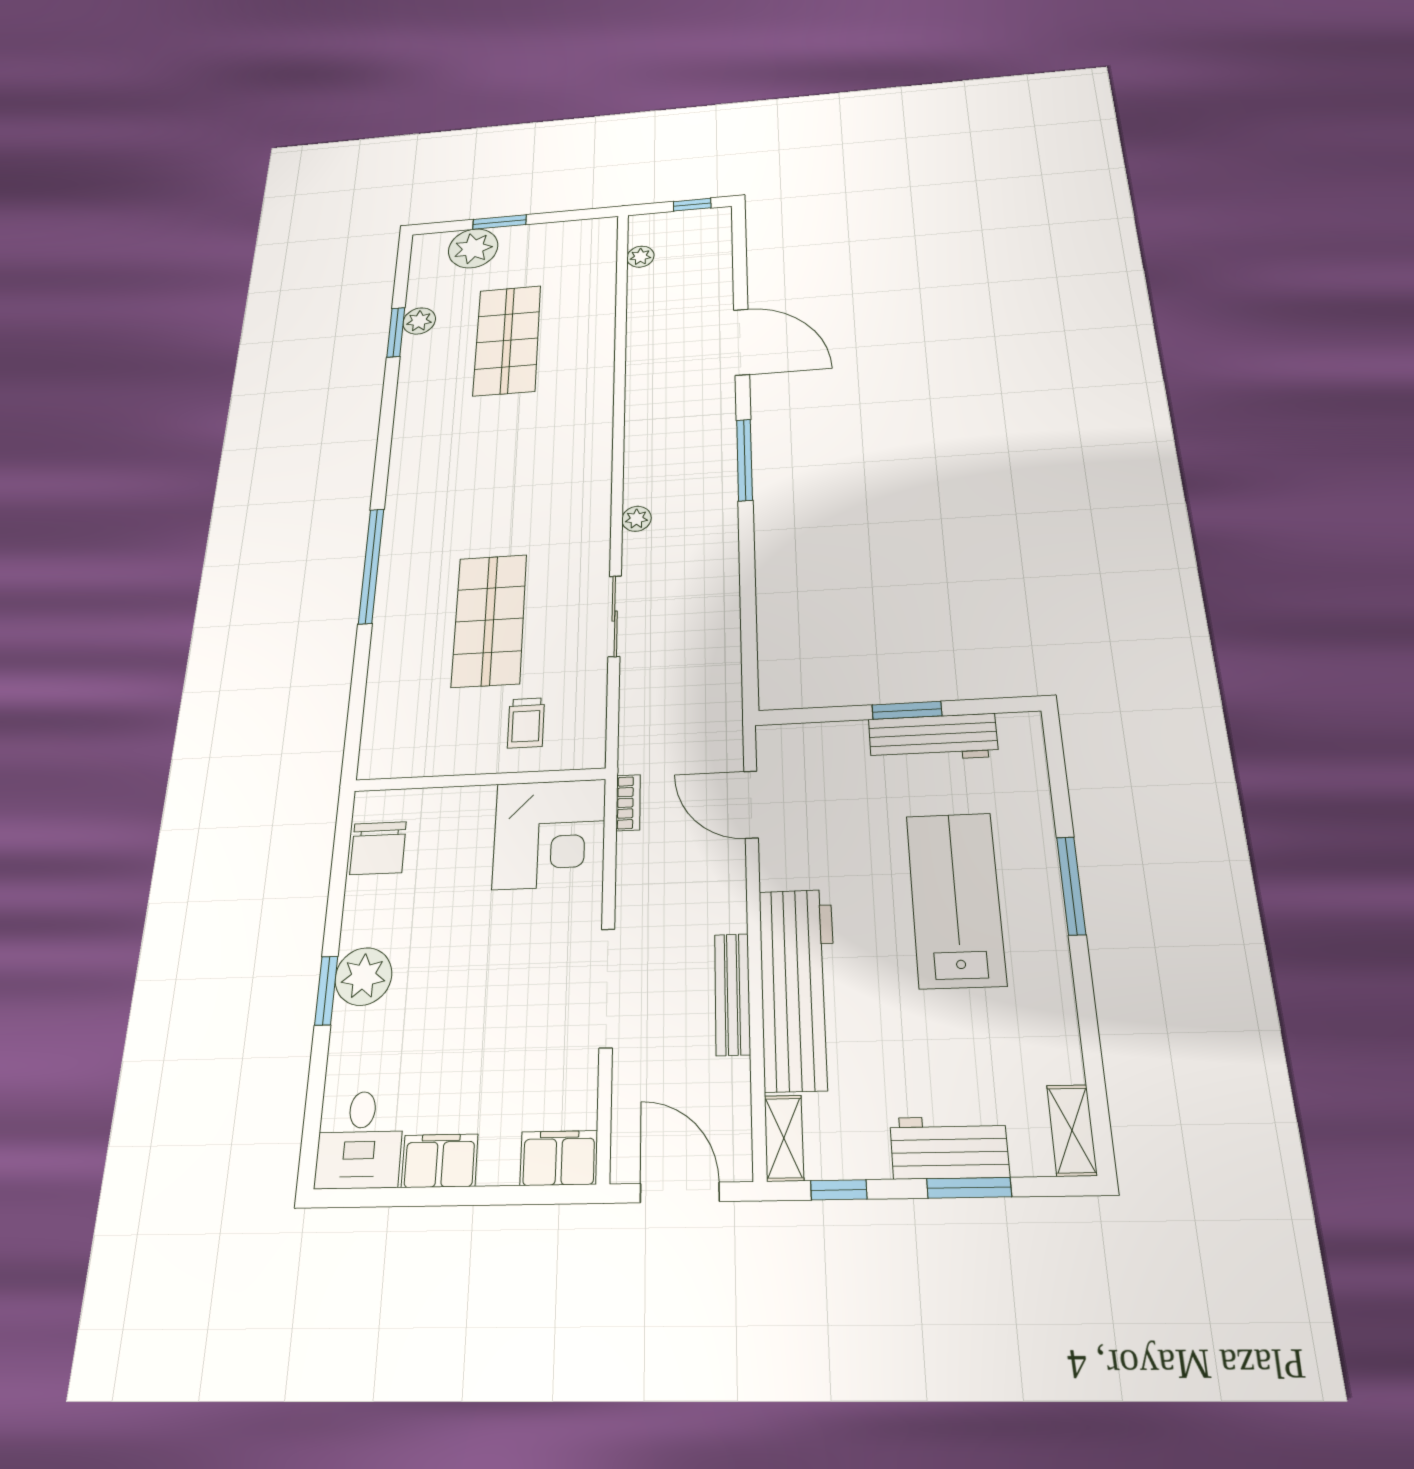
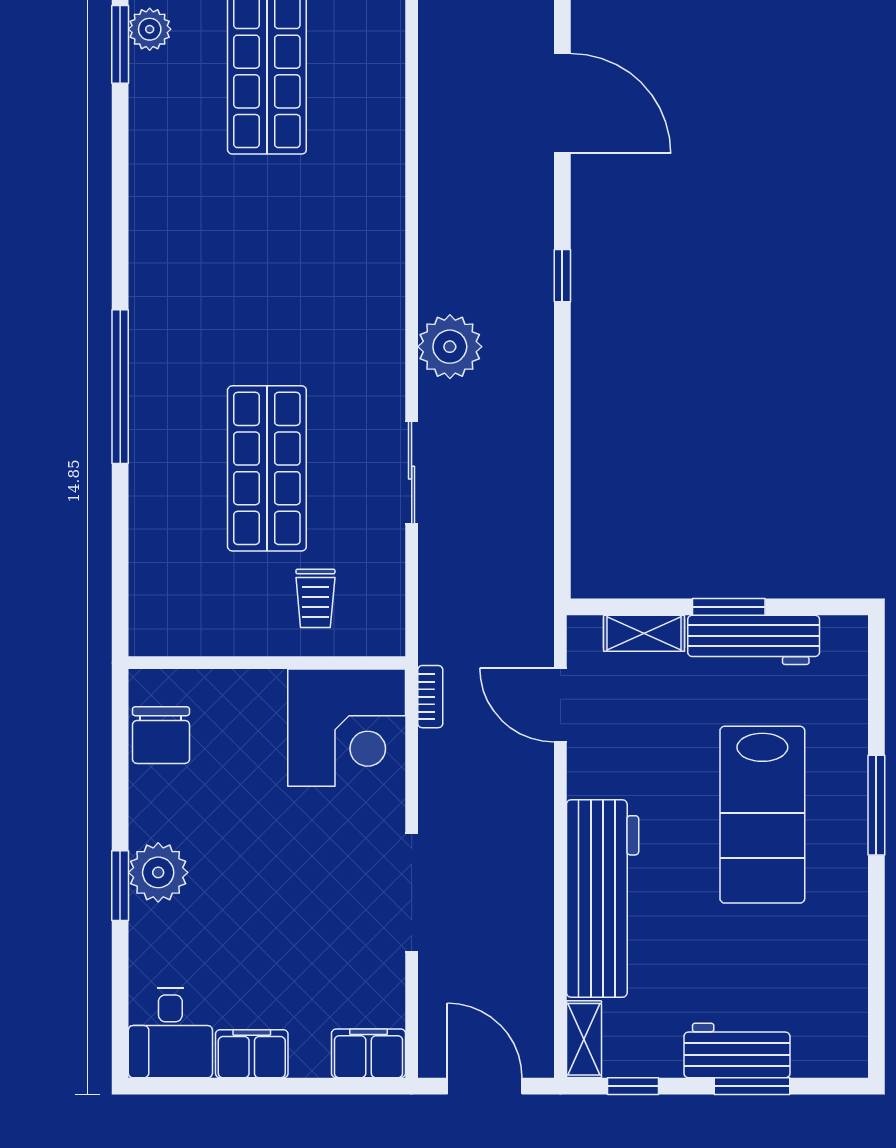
window: (745, 460) -> (562, 276), width x0.46
plant: (636, 519) -> (450, 347), width x1.87, depth x1.87
lab bench: (955, 899) -> (762, 815), turned 180
bench: (732, 994) -> (537, 902), removed
shelving: (1072, 1130) -> (644, 633), moved, turned 90

